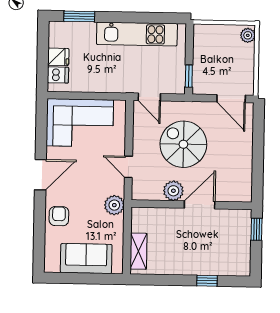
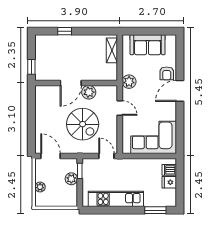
plant: (248, 35) -> (40, 187), moved
plant: (201, 65) -> (71, 179), added
door: (40, 175) -> (180, 91), moved

